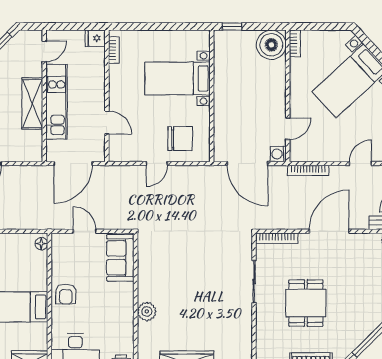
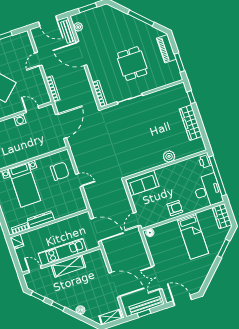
dresser: (117, 85) -> (41, 220), added
door: (107, 122) -> (65, 218), removed
chair: (180, 139) -> (60, 171), turned 90
washing machine: (278, 154) -> (20, 120), moved
door: (360, 164) -> (38, 59), hinge flipped
door: (85, 231) -> (137, 219), moved
door: (329, 231) -> (81, 54), moved
dining table: (306, 303) -> (132, 64), turned 90

